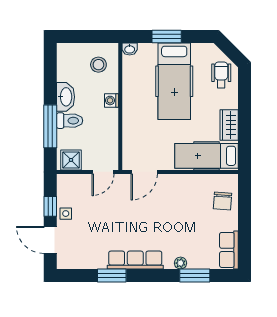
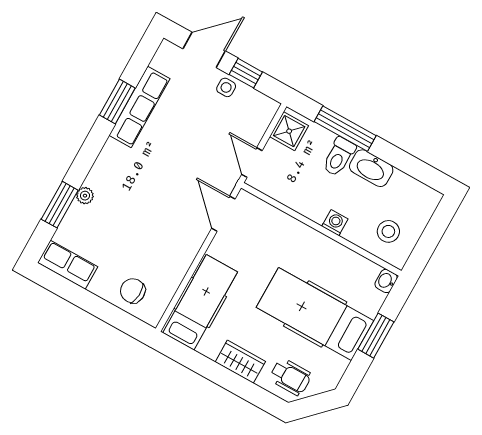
wardrobe: (229, 125) -> (240, 362), moved
row of seats: (135, 260) -> (139, 107), moved

